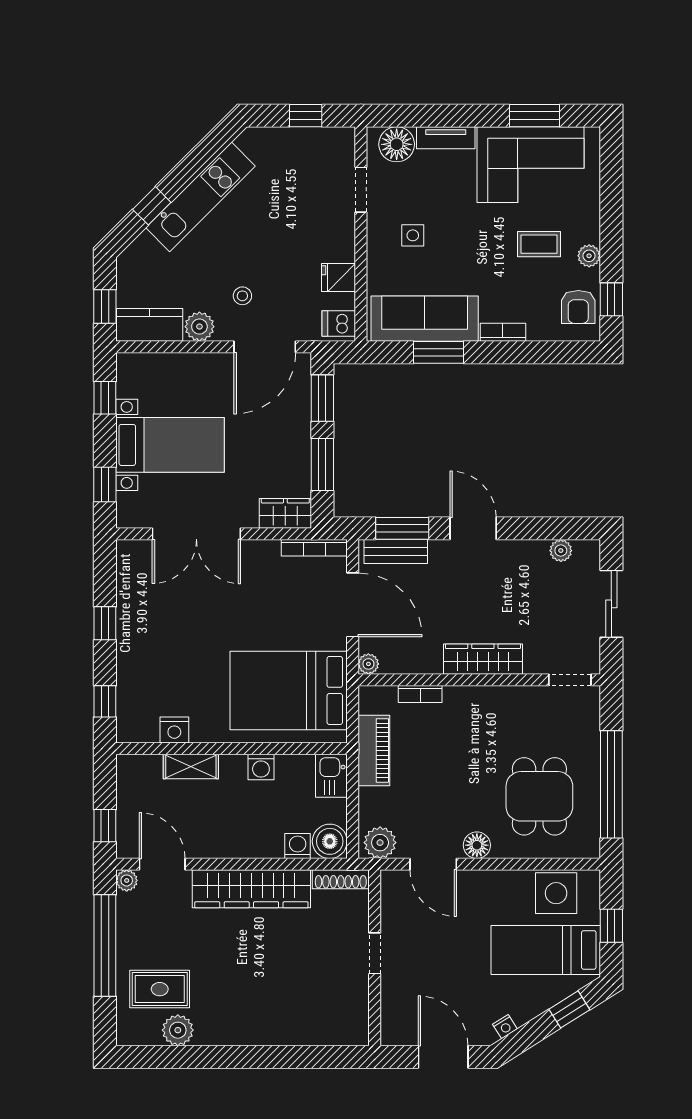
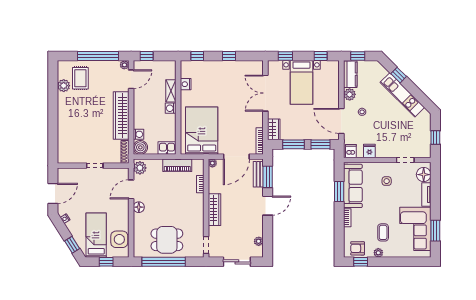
washing machine: (261, 767) -> (171, 108), moved
dining table: (539, 796) -> (167, 240), moved

